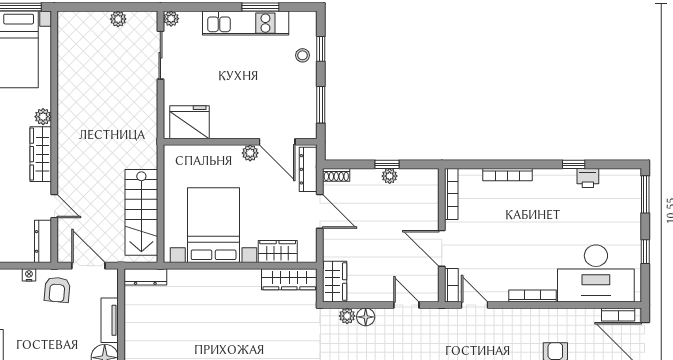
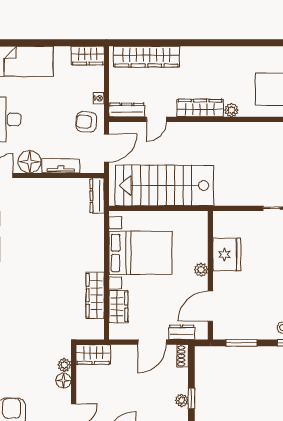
fridge: (189, 122) -> (227, 255), moved
plant: (250, 153) -> (201, 270), moved
dresser: (308, 169) -> (182, 332), width x0.70
stairs: (141, 212) -> (164, 186), width x1.36, depth x1.51
wardrobe: (289, 279) -> (95, 295), moved

